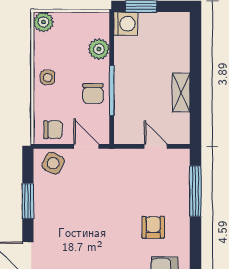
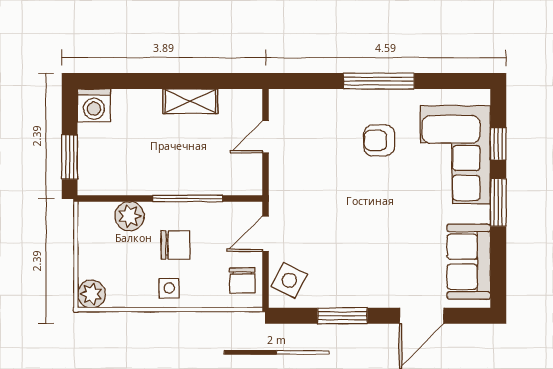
washing machine: (126, 24) -> (94, 105), moved, turned 180
chair: (93, 94) -> (175, 245), moved
chair: (53, 130) -> (242, 281), turned 180
window: (195, 191) -> (379, 81), moved

